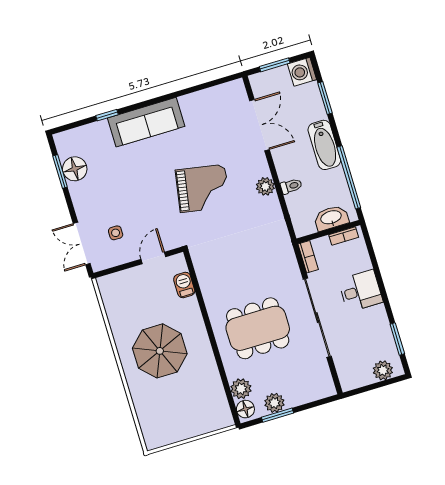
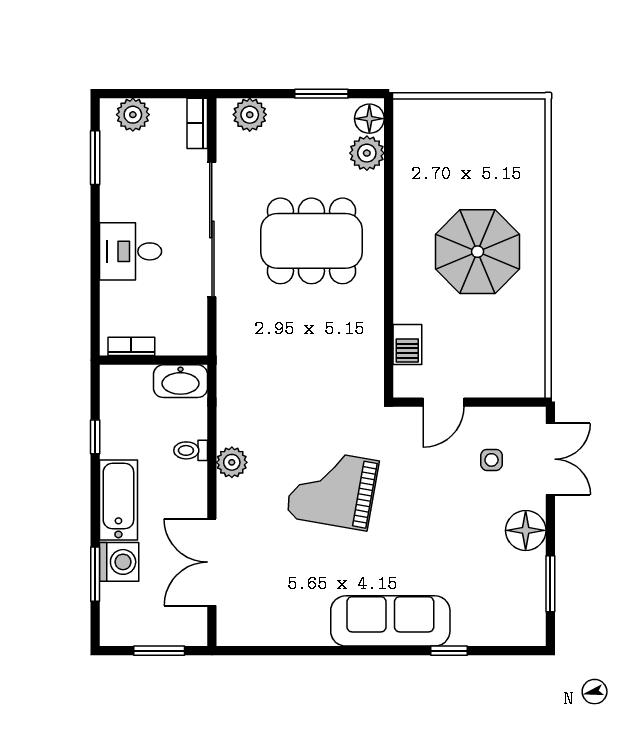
washing machine: (302, 72) -> (119, 562), moved
floor lamp: (75, 169) -> (526, 530), moved
window: (349, 177) -> (95, 437), width x0.32
washbasin: (331, 218) -> (180, 381), moved
bookcase: (308, 257) -> (197, 123), moved
plant: (274, 403) -> (250, 115), moved

